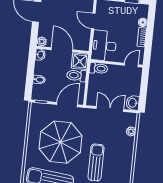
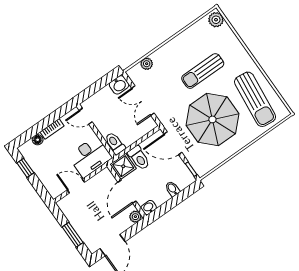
door: (93, 21) -> (76, 186), swing flipped

